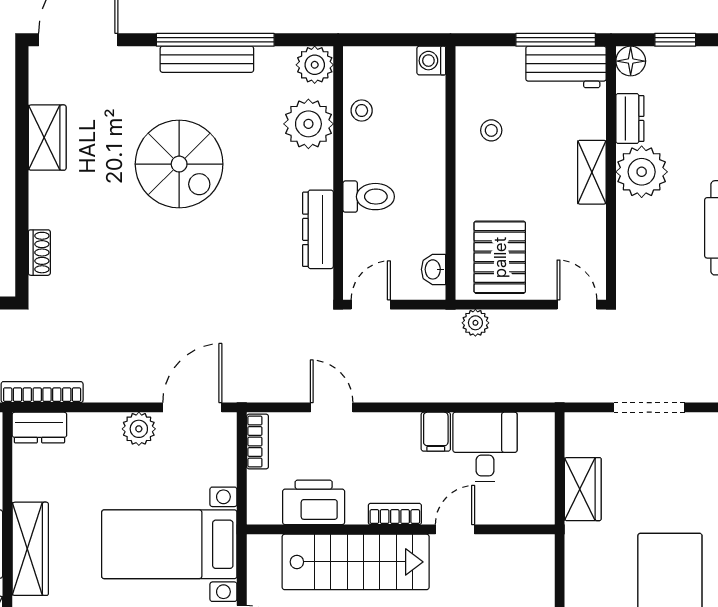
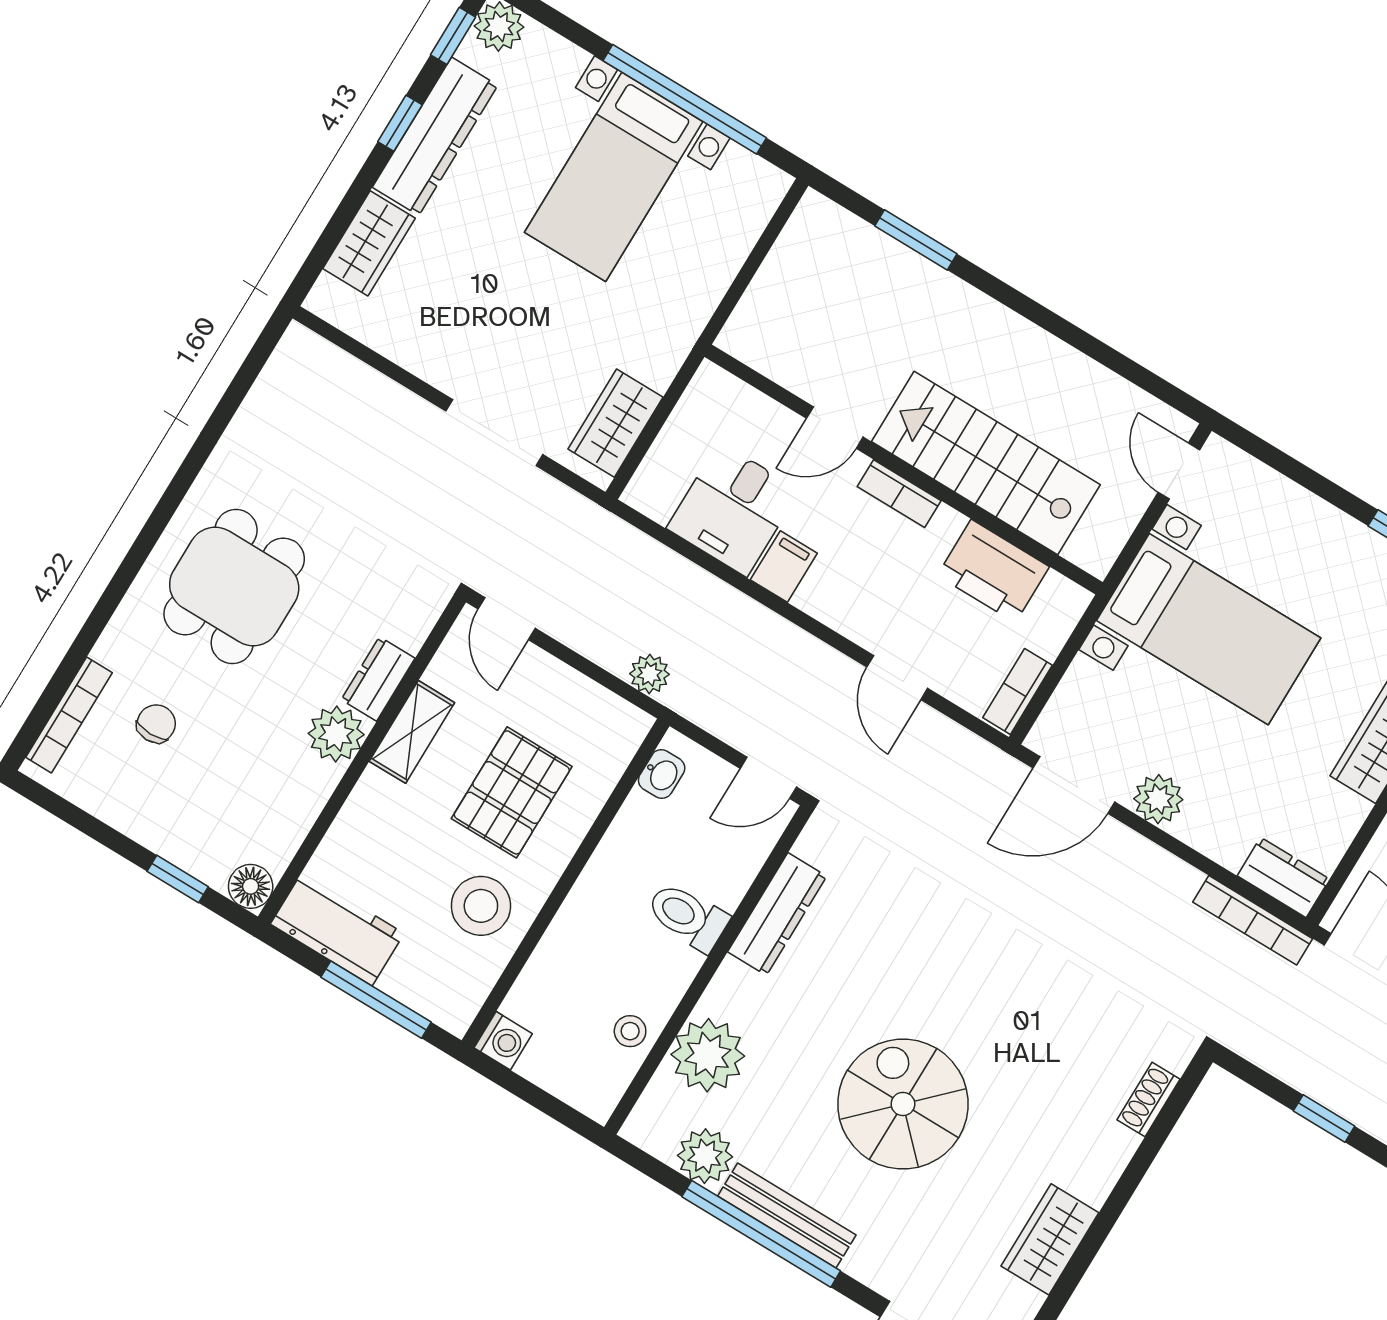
window: (556, 40) -> (376, 1000), moved
plant: (315, 65) -> (705, 1156), moved
dresser: (630, 118) -> (378, 679), moved
stool: (491, 130) -> (481, 906), width x1.89, depth x1.89
shelving: (592, 172) -> (412, 732), moved
plant: (642, 172) -> (336, 734), width x0.73, depth x0.73
pallet: (500, 257) -> (512, 792), moved
wardrobe: (583, 489) -> (615, 423), moved

